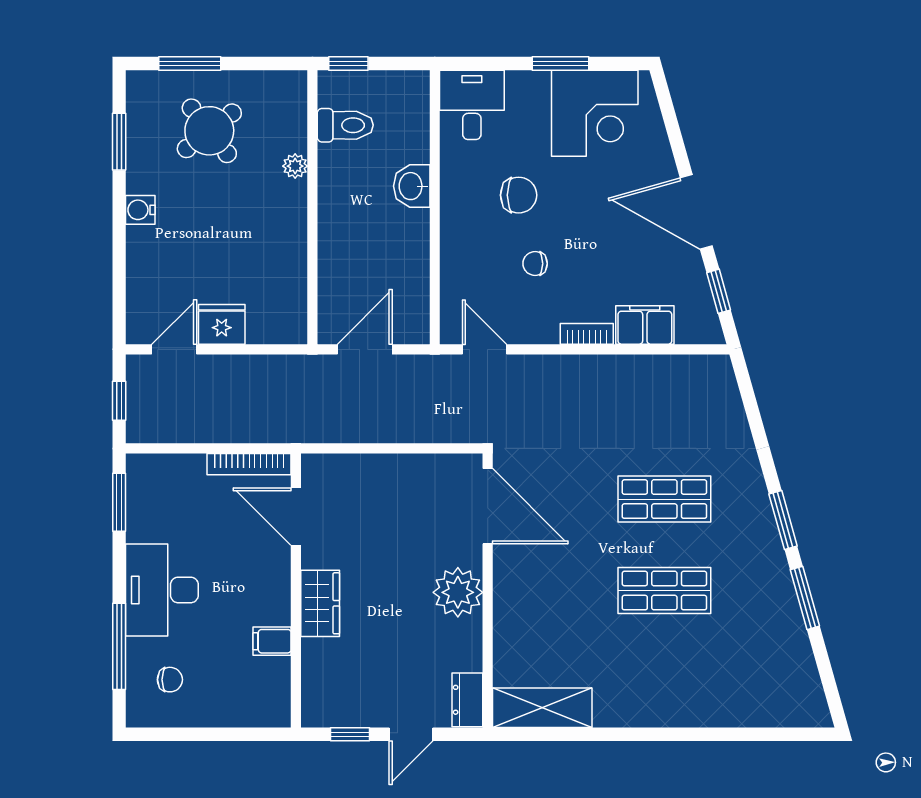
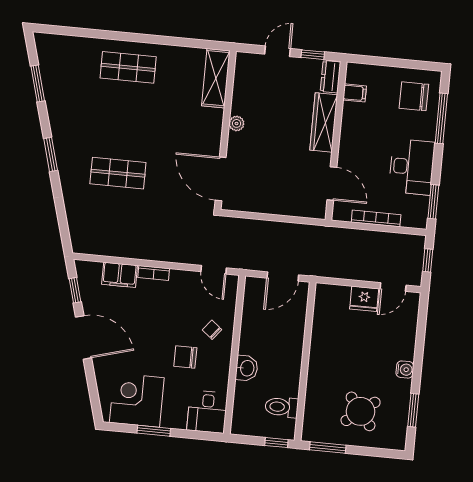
window: (190, 63) -> (328, 448), moved
plant: (295, 166) -> (313, 386), removed
chair: (535, 264) -> (212, 330), moved, turned -141
bookcase: (249, 464) -> (376, 218), moved
desk: (162, 590) -> (412, 167), moved
shop shelf: (664, 591) -> (128, 67), moved
plant: (458, 592) -> (237, 123), width x0.53, depth x0.53
window: (805, 598) -> (38, 84), moved
wardrobe: (320, 603) -> (324, 122), width x1.50
filing cabinet: (272, 641) -> (355, 93), moved
chair: (170, 680) -> (414, 96), width x1.87, depth x1.87
dresser: (467, 700) -> (330, 77), moved, turned 180
shelving: (542, 708) -> (216, 78), moved, turned 90

